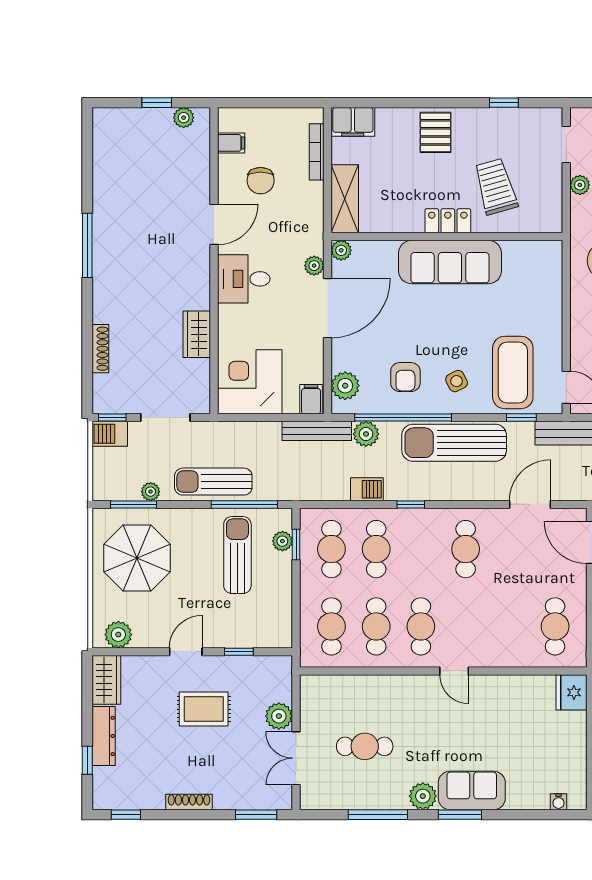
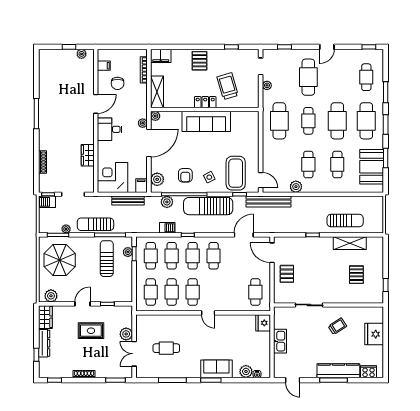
bench: (317, 431) -> (128, 200), moved
cafe table: (421, 549) -> (193, 256), added
plant: (423, 796) -> (246, 371), moved

